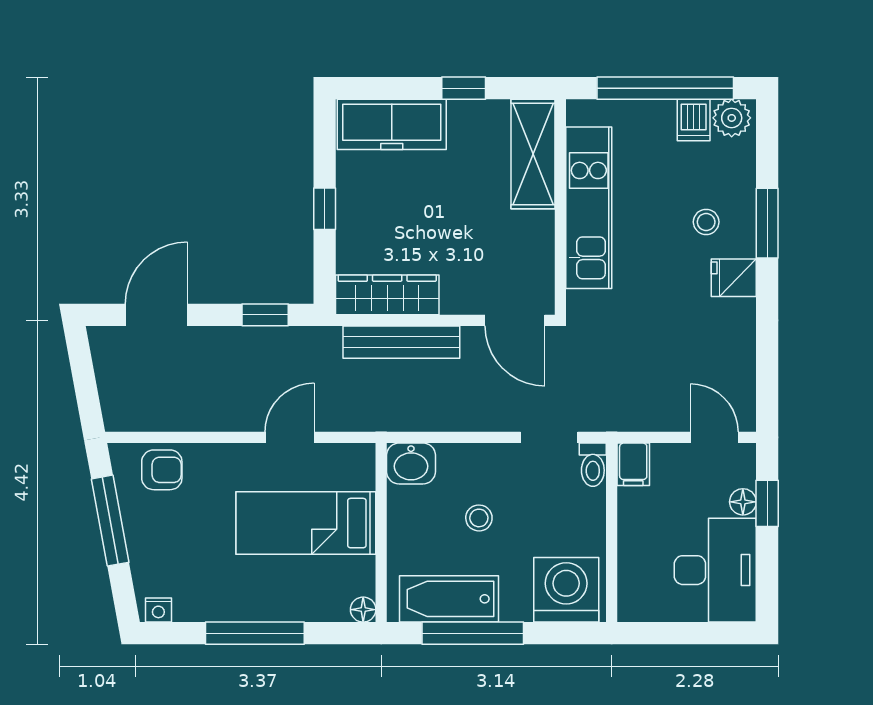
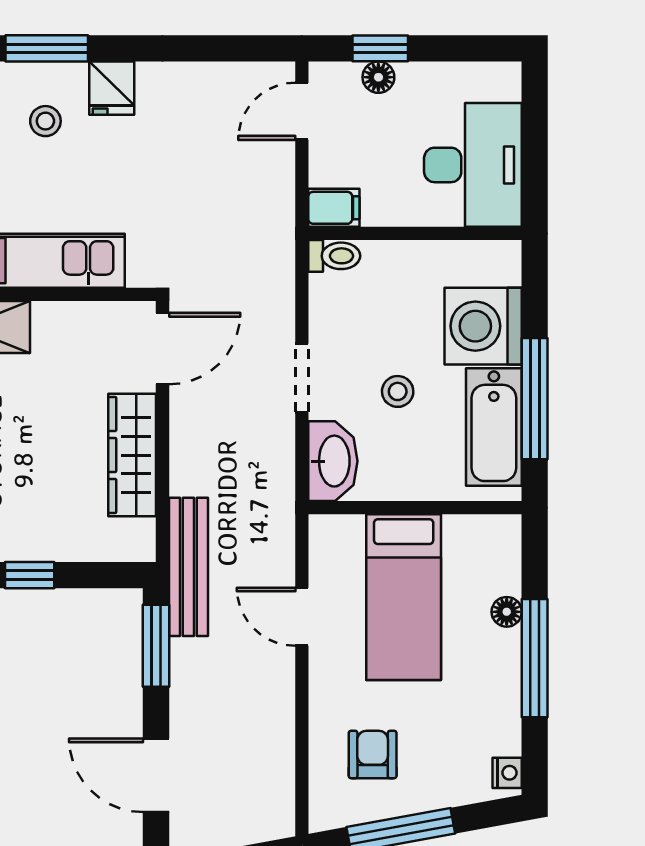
wardrobe: (387, 295) -> (132, 455), moved
window: (265, 315) -> (156, 646), width x1.50
bench: (401, 342) -> (188, 567), moved
doorway: (549, 437) -> (302, 378), moved
washbasin: (411, 463) -> (333, 461), width x1.38
armchair: (162, 470) -> (373, 754), moved
desk: (715, 570) -> (473, 165), moved, turned 90
washing machine: (566, 590) -> (483, 326), moved
floor lamp: (363, 610) -> (507, 612), moved

